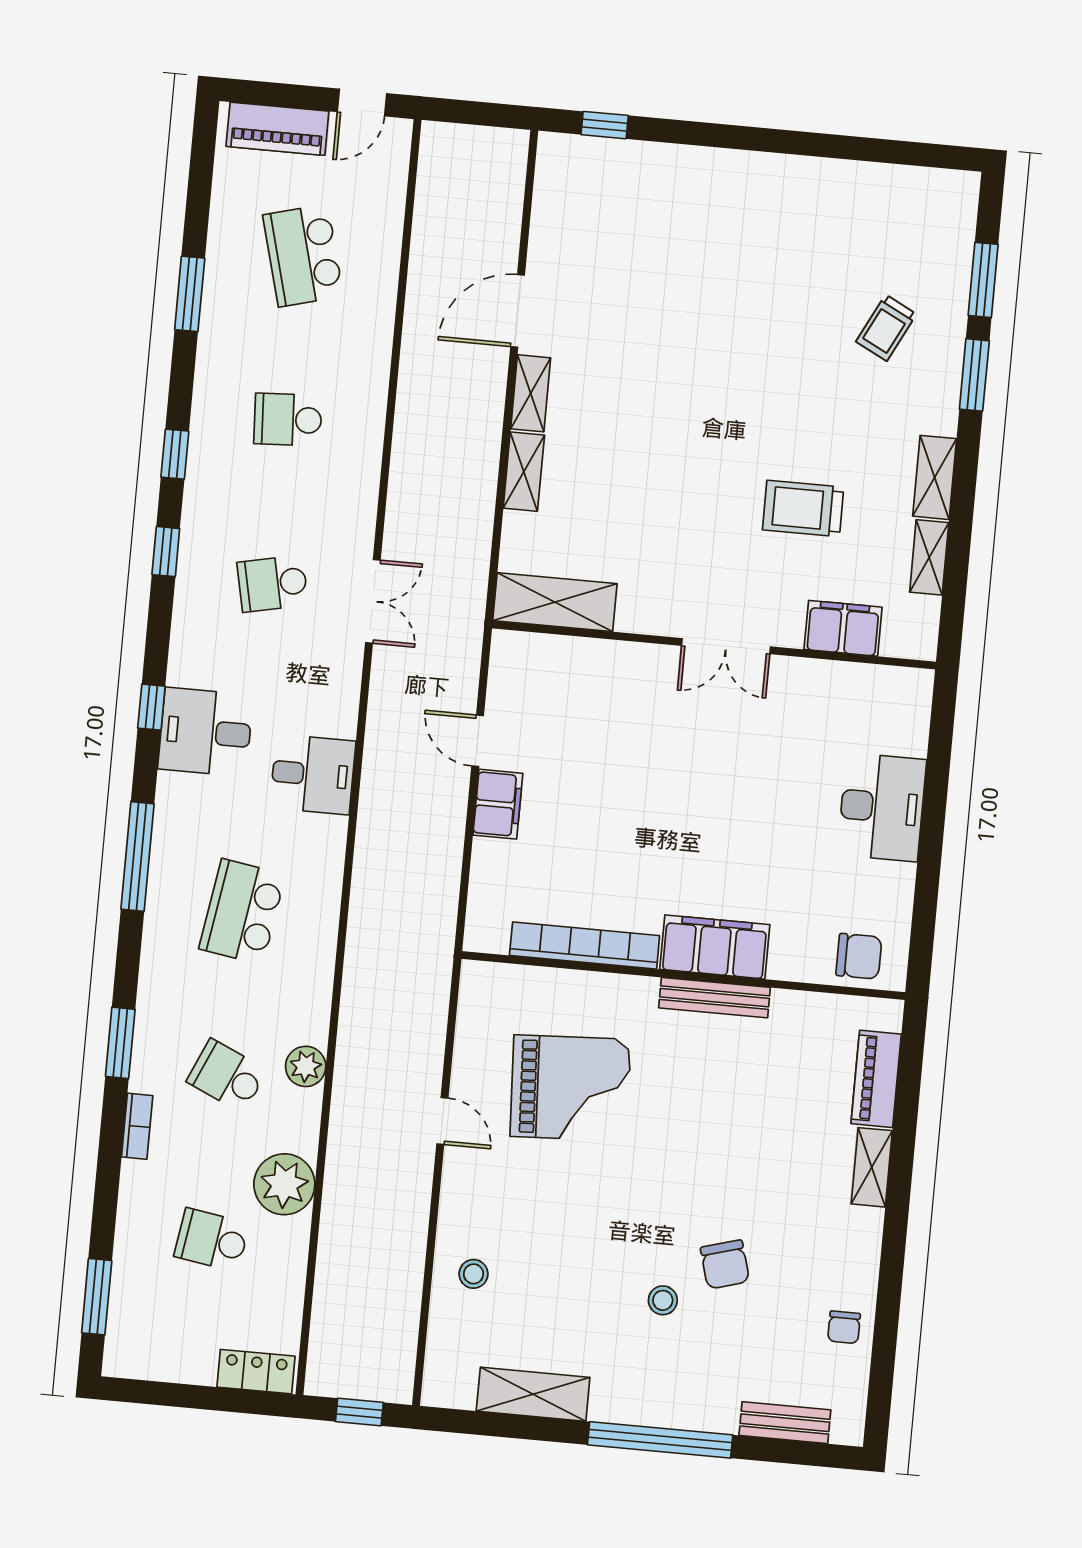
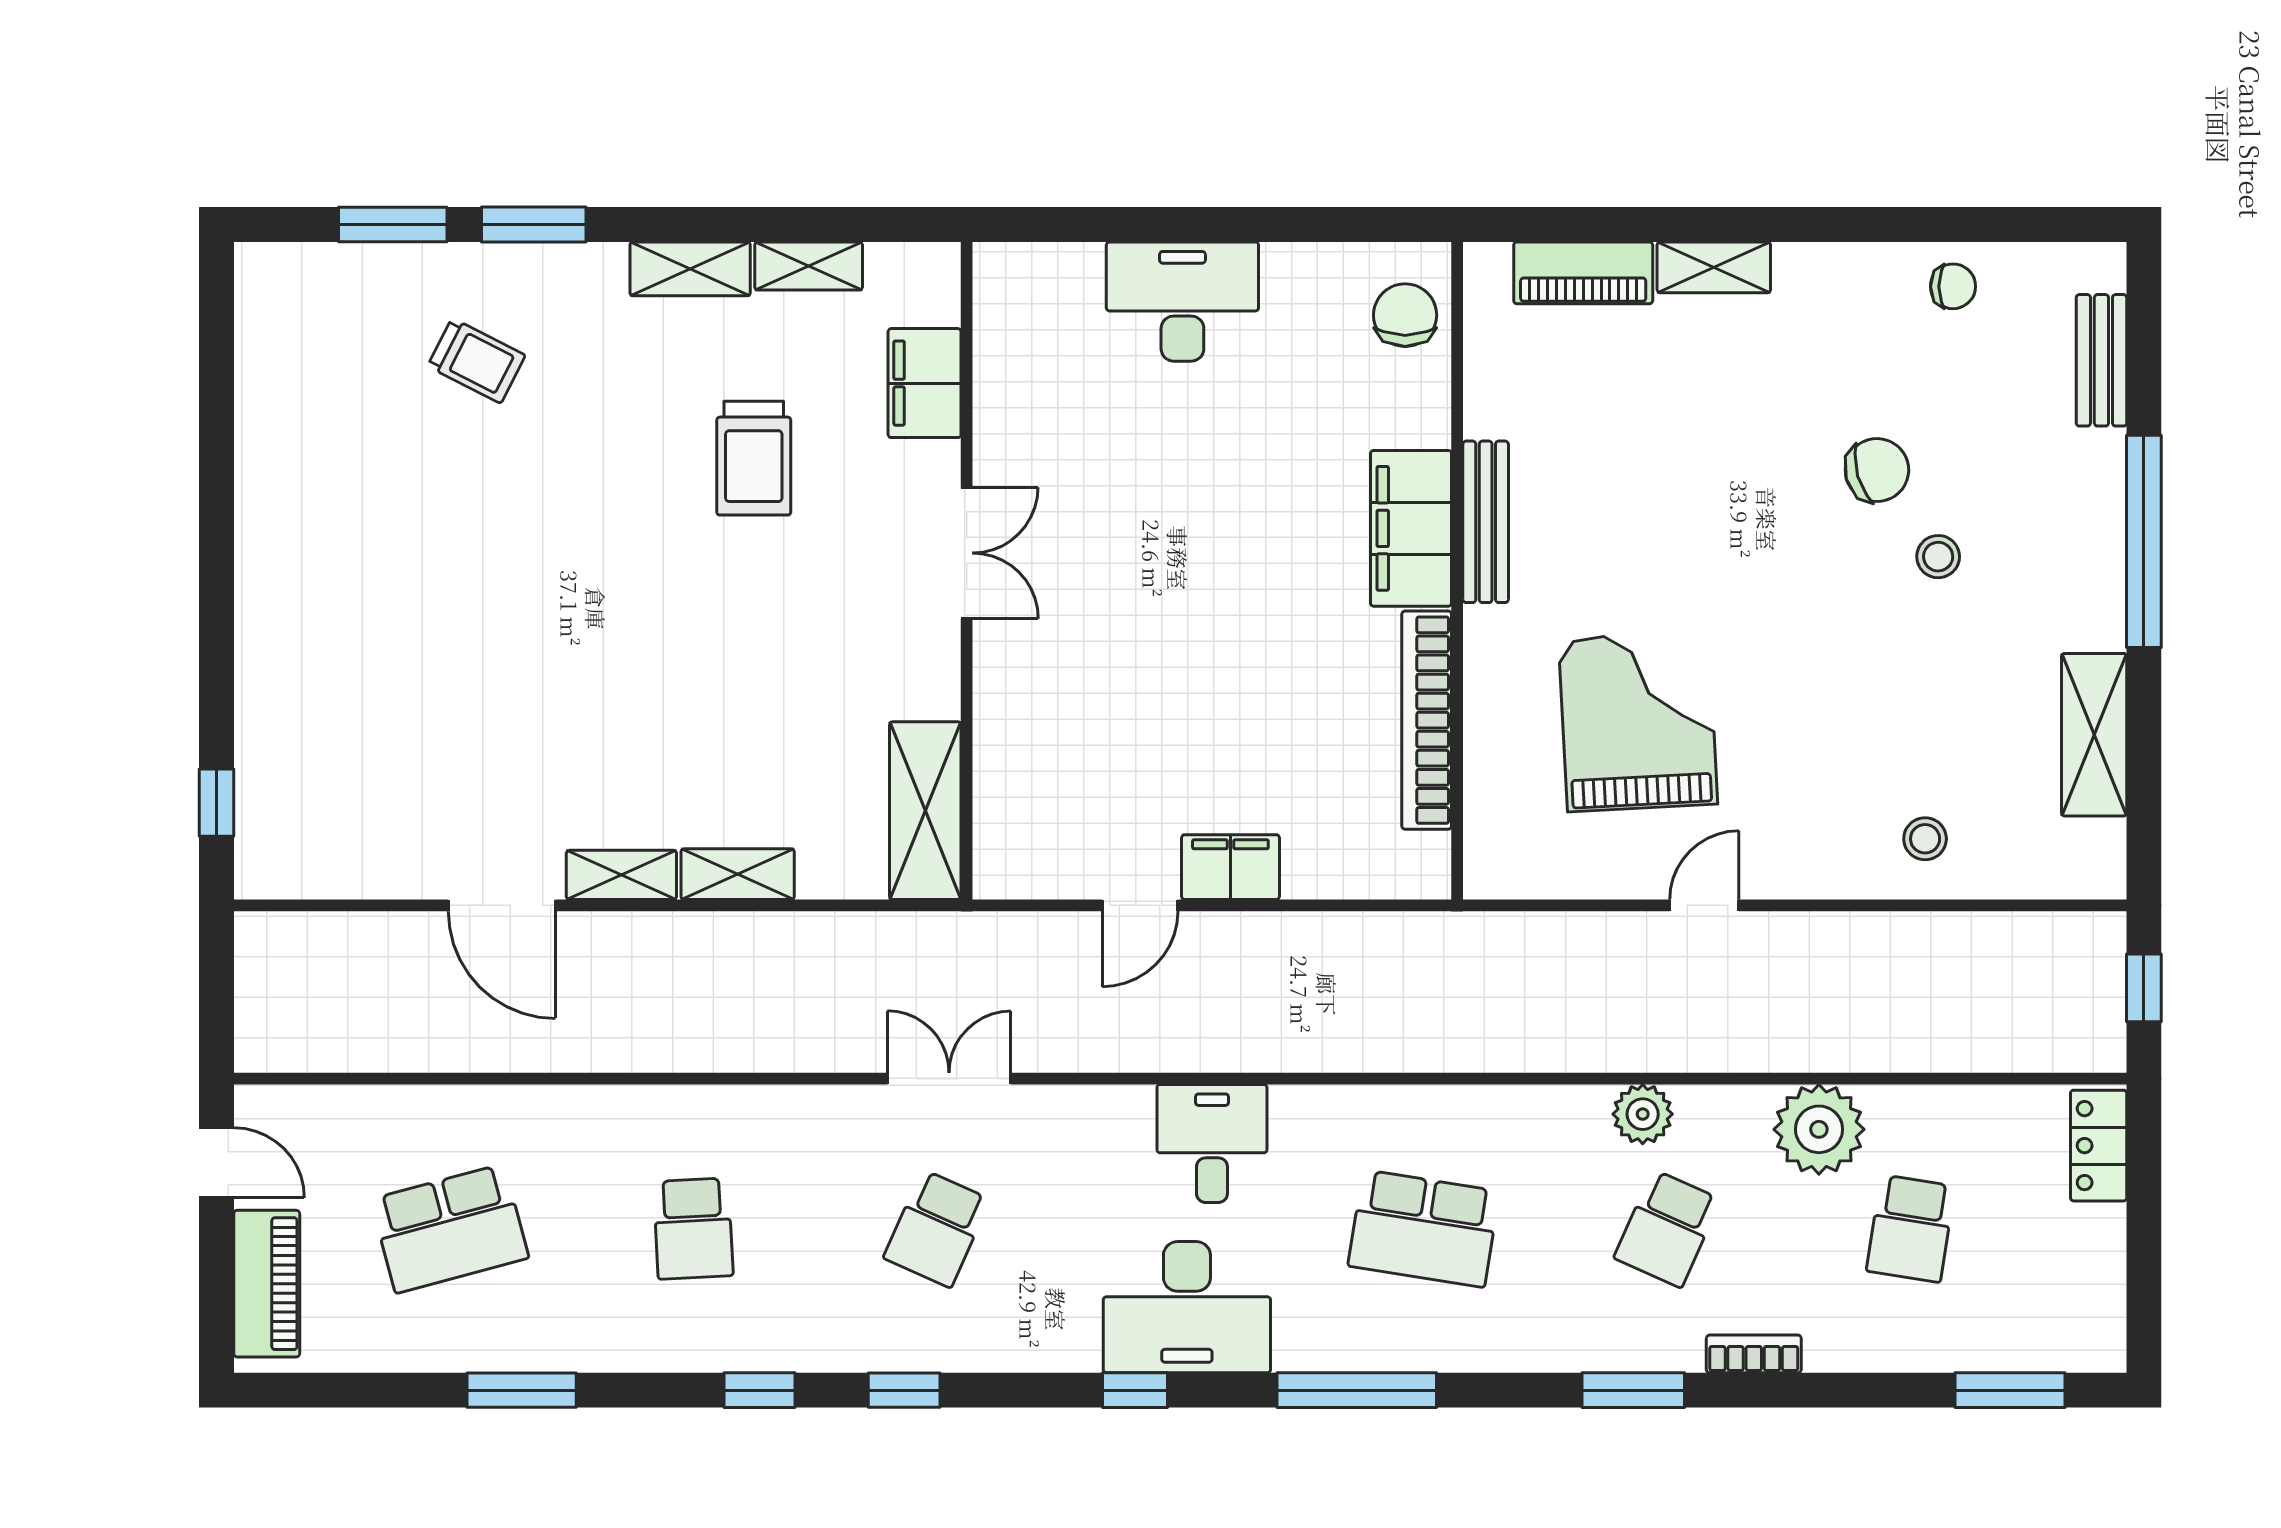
school desk: (273, 584) -> (937, 1229), turned 36
desk: (205, 732) -> (1187, 1307), width x1.37

